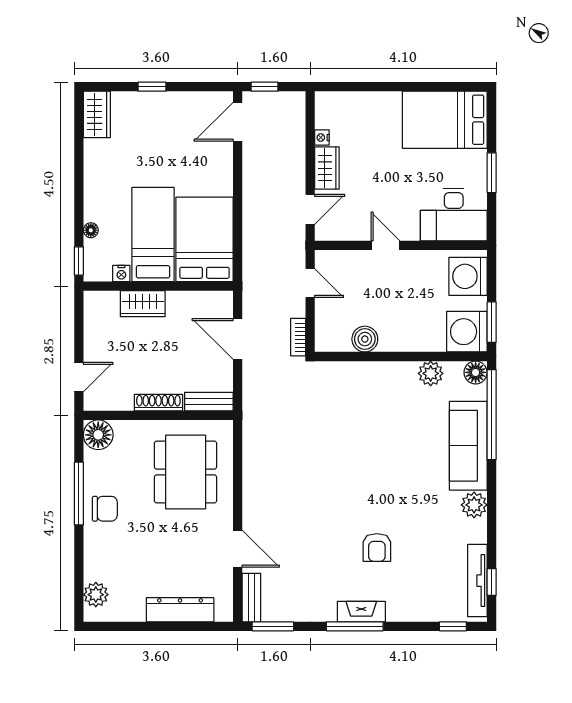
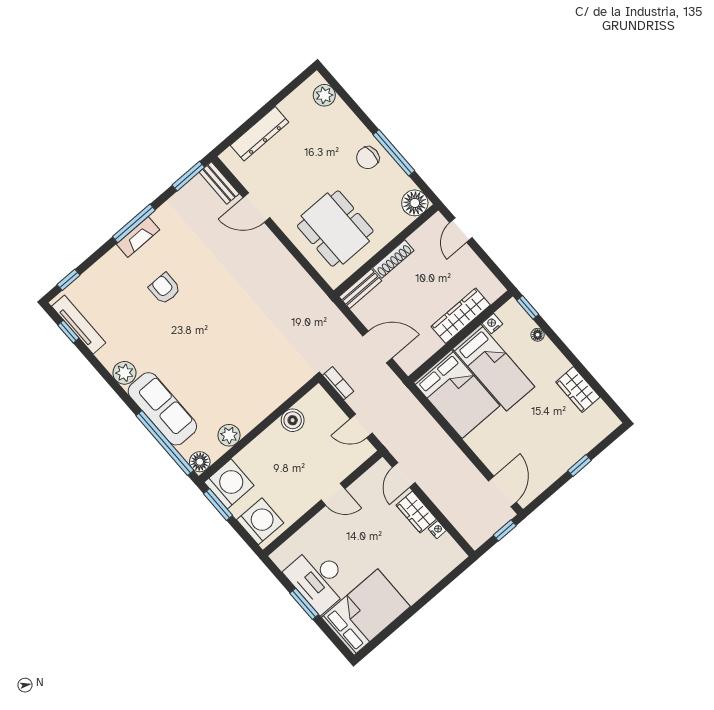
wardrobe: (97, 114) -> (578, 389), moved
desk: (454, 215) -> (318, 579), moved, turned -90
wardrobe: (143, 304) -> (461, 316), width x1.50

